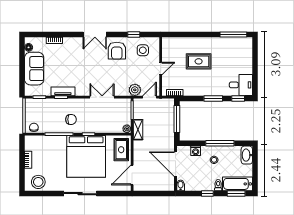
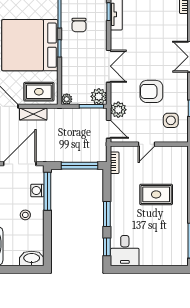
armchair: (117, 51) -> (151, 91), moved
rug: (199, 61) -> (156, 194), turned 90
door: (161, 69) -> (146, 144), hinge flipped
plant: (125, 105) -> (99, 96), added
shelving: (138, 130) -> (33, 114), moved
window: (220, 143) -> (47, 191), moved

